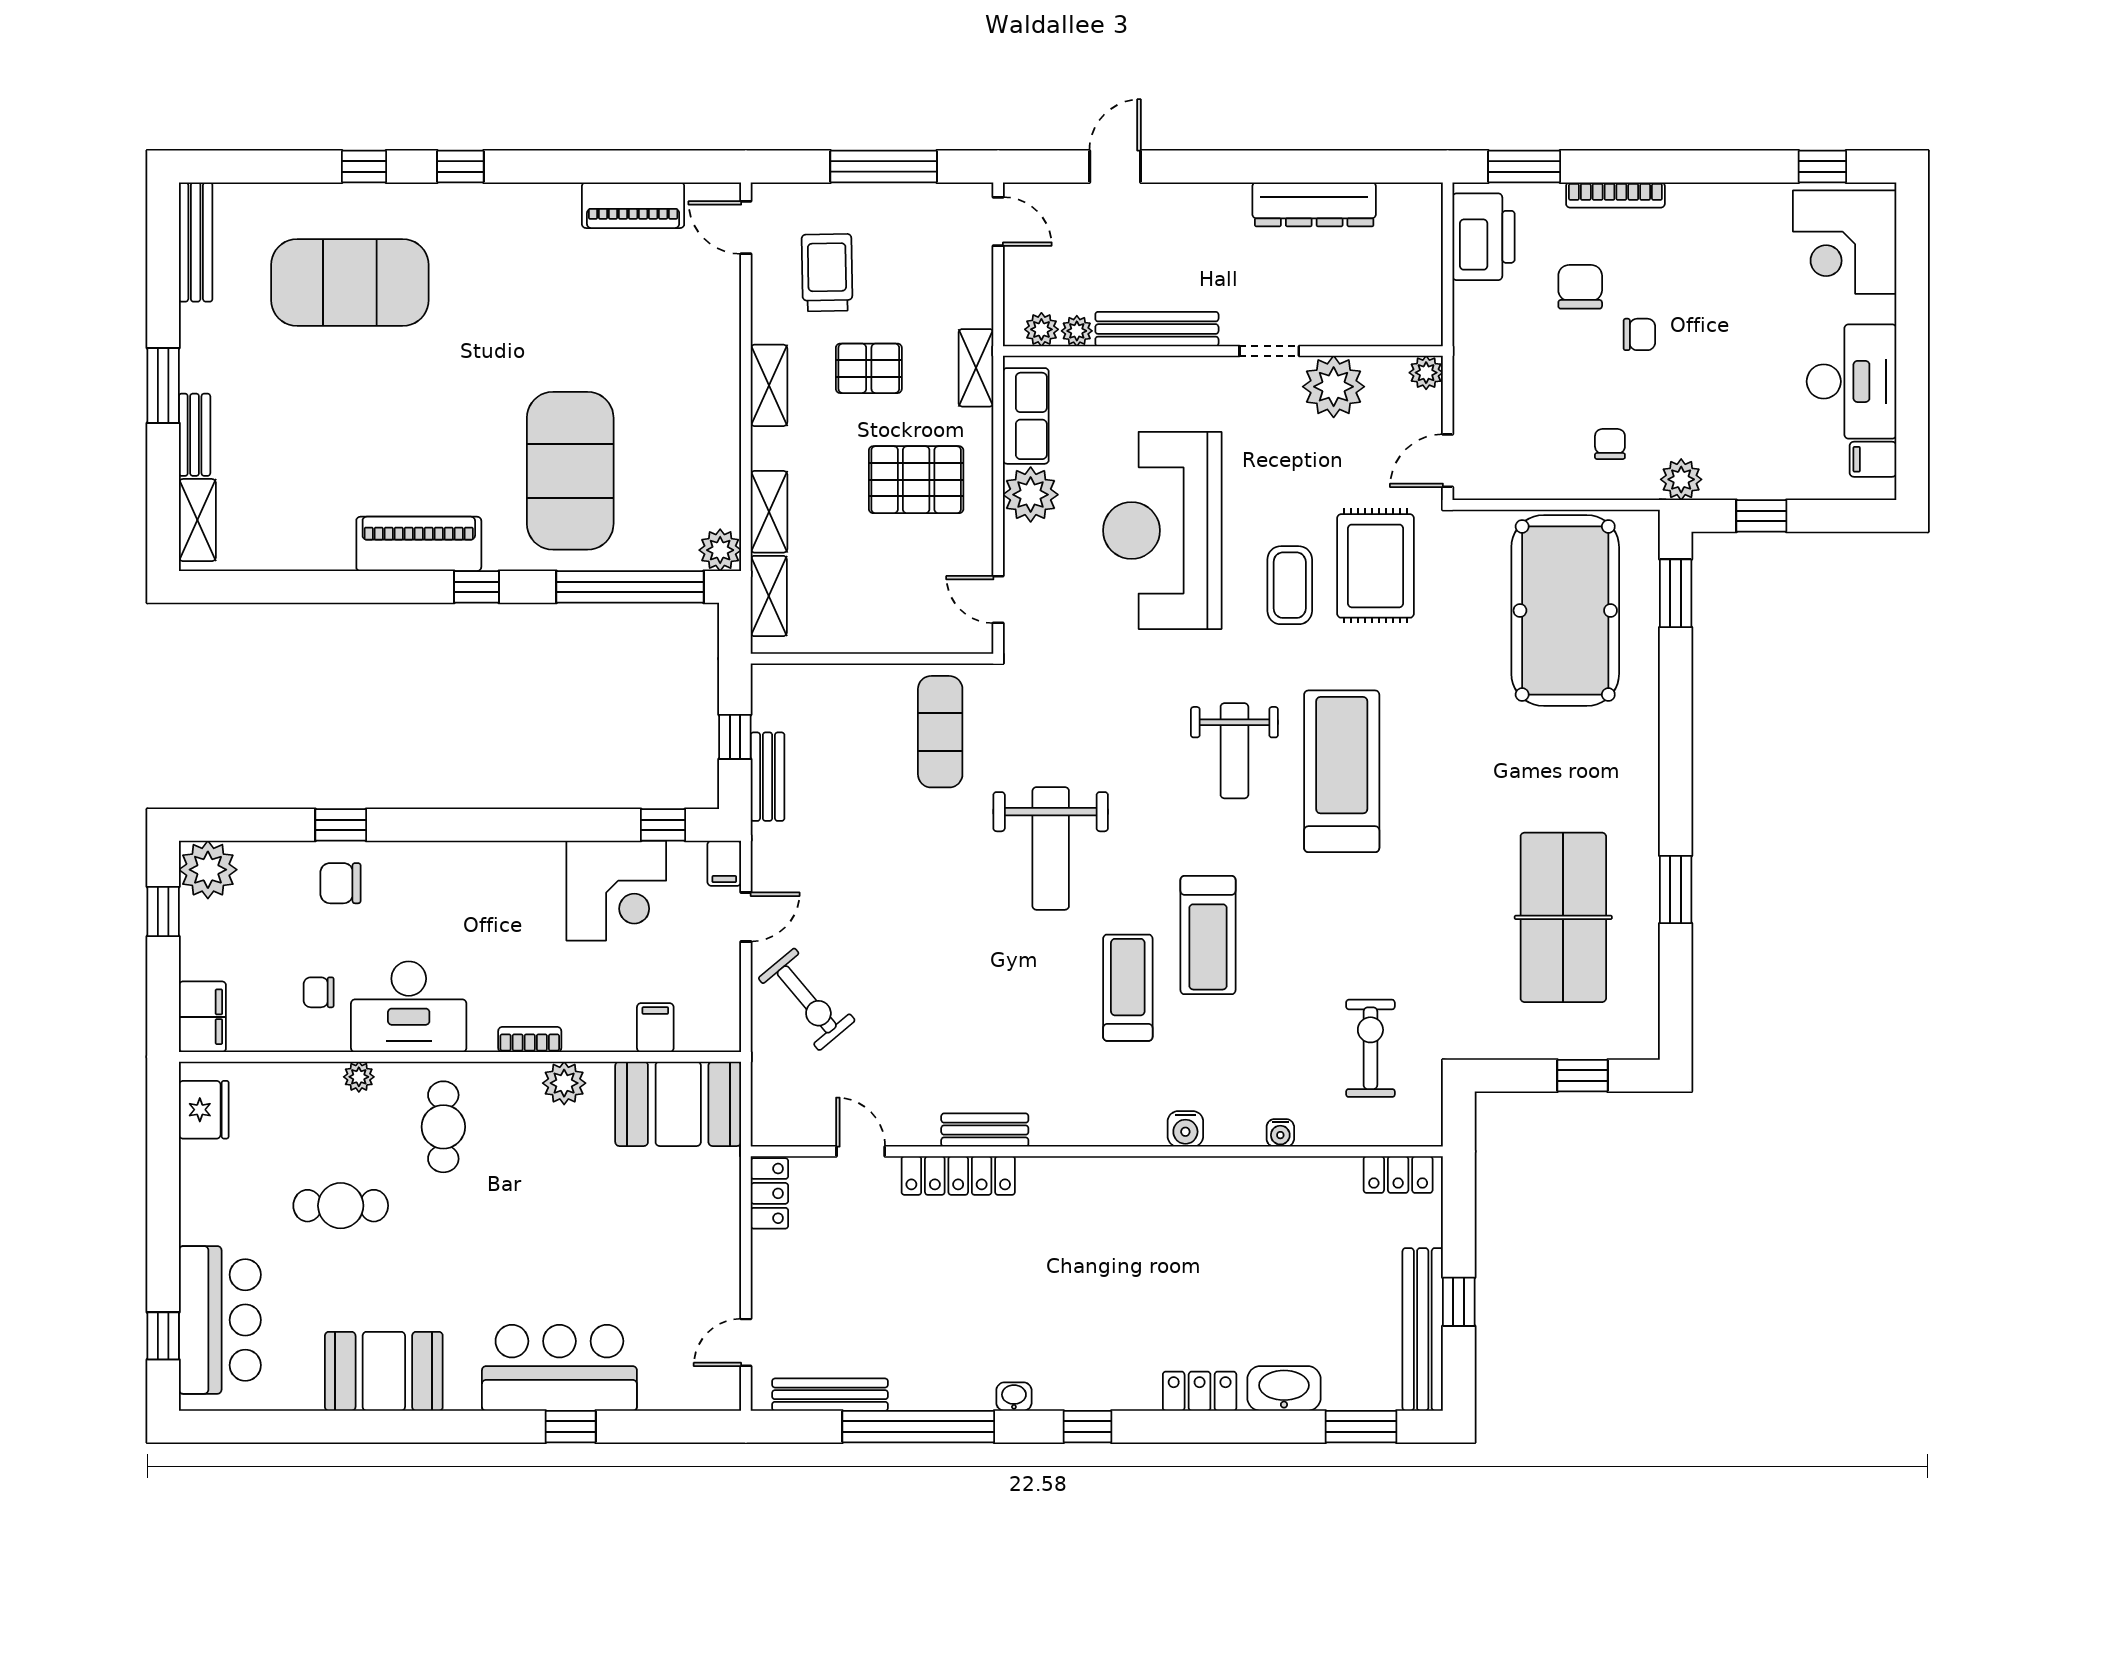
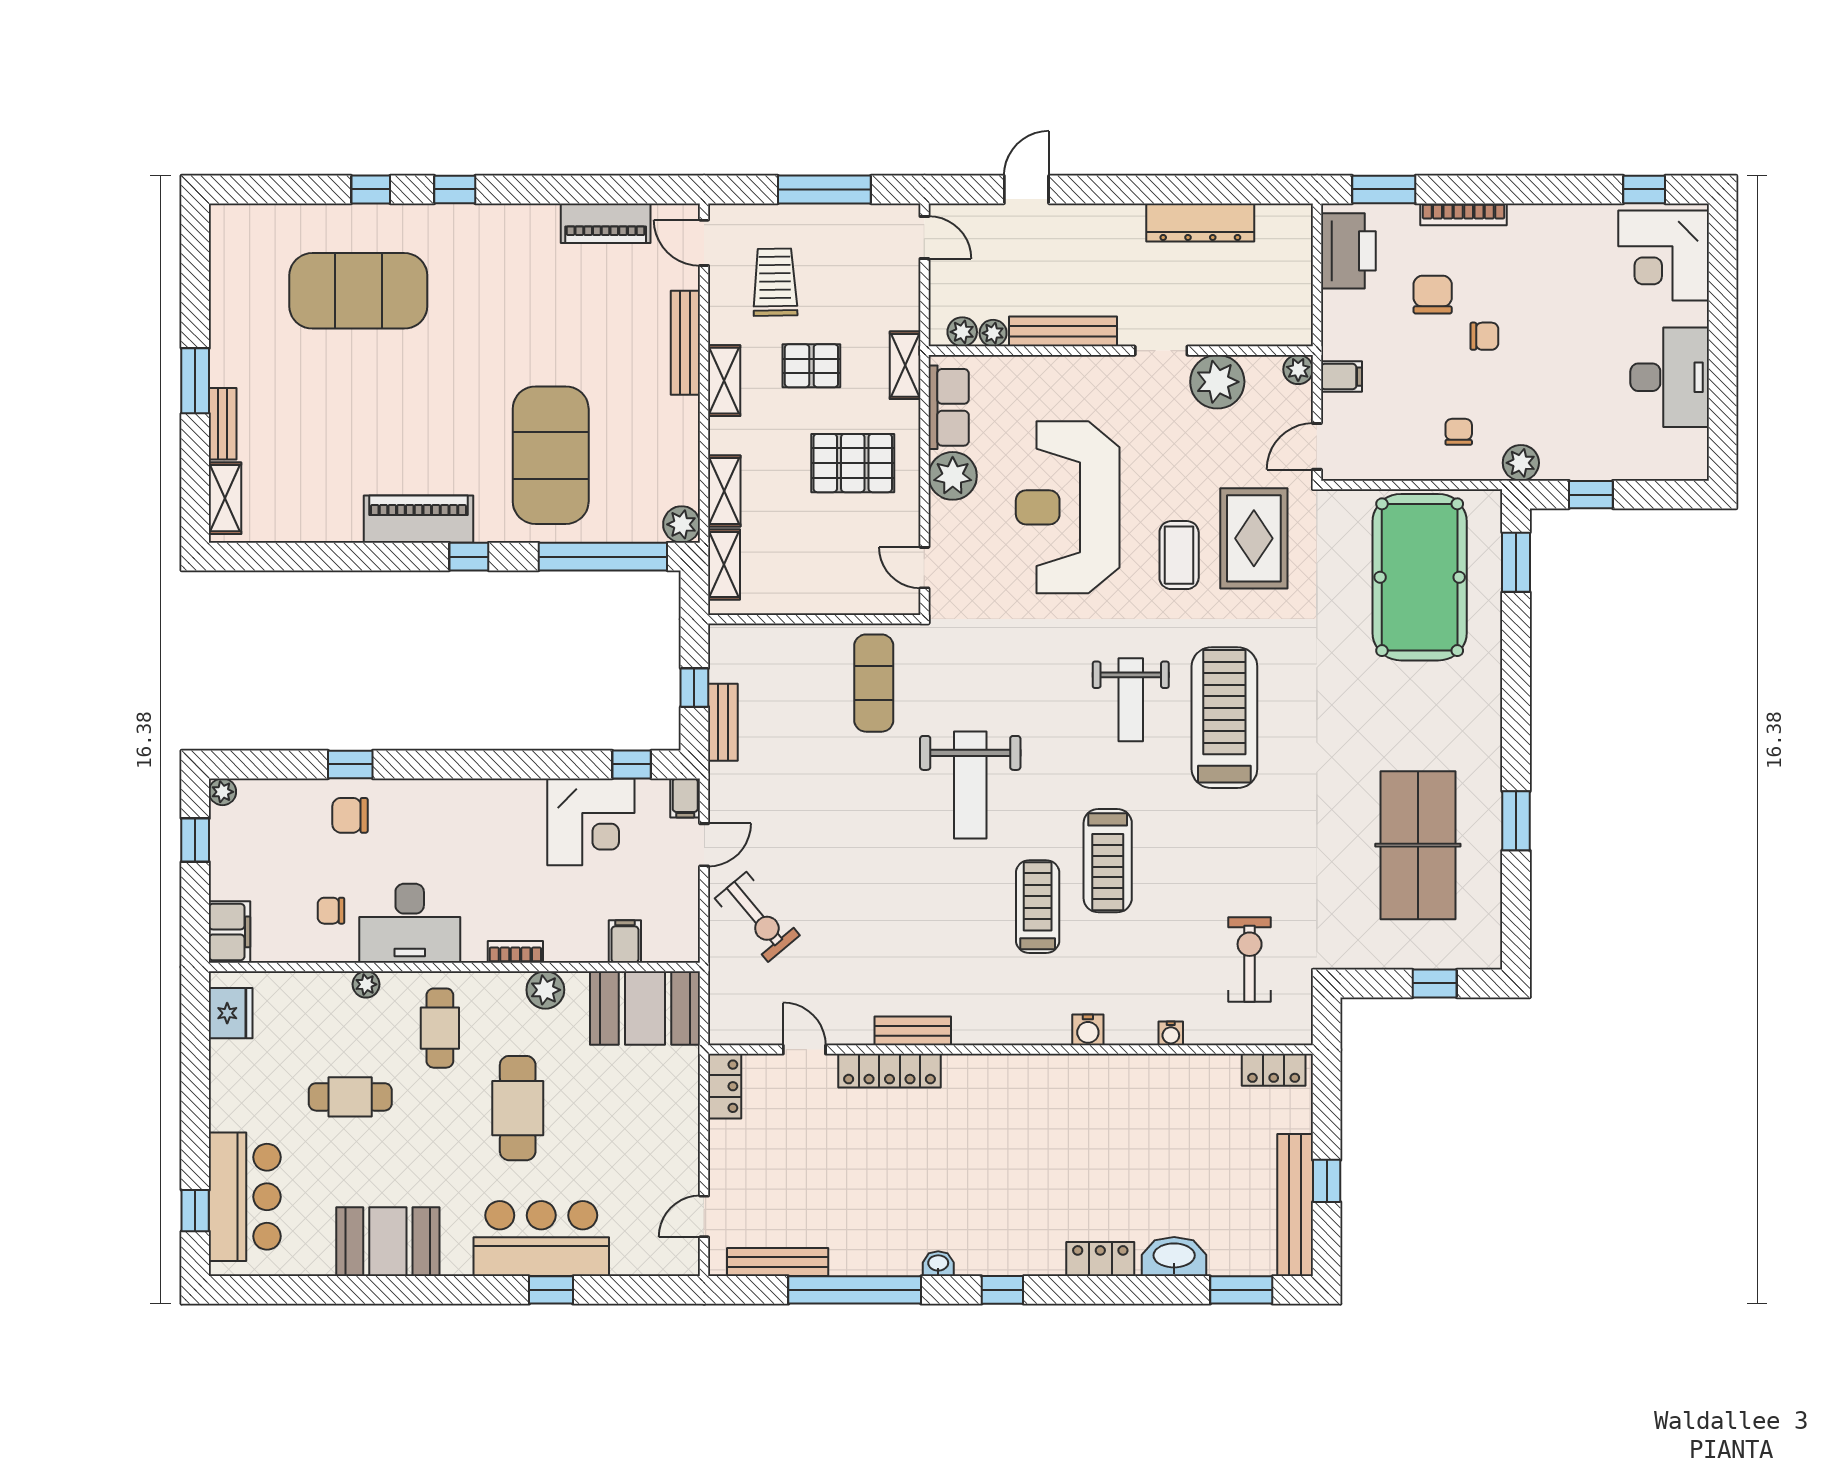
bench: (196, 242) -> (685, 343), moved
filing cabinet: (1873, 459) -> (1342, 377), moved, turned 180
plant: (208, 870) -> (222, 792), width x0.53, depth x0.53
cafe table: (532, 1218) -> (518, 1108), added

